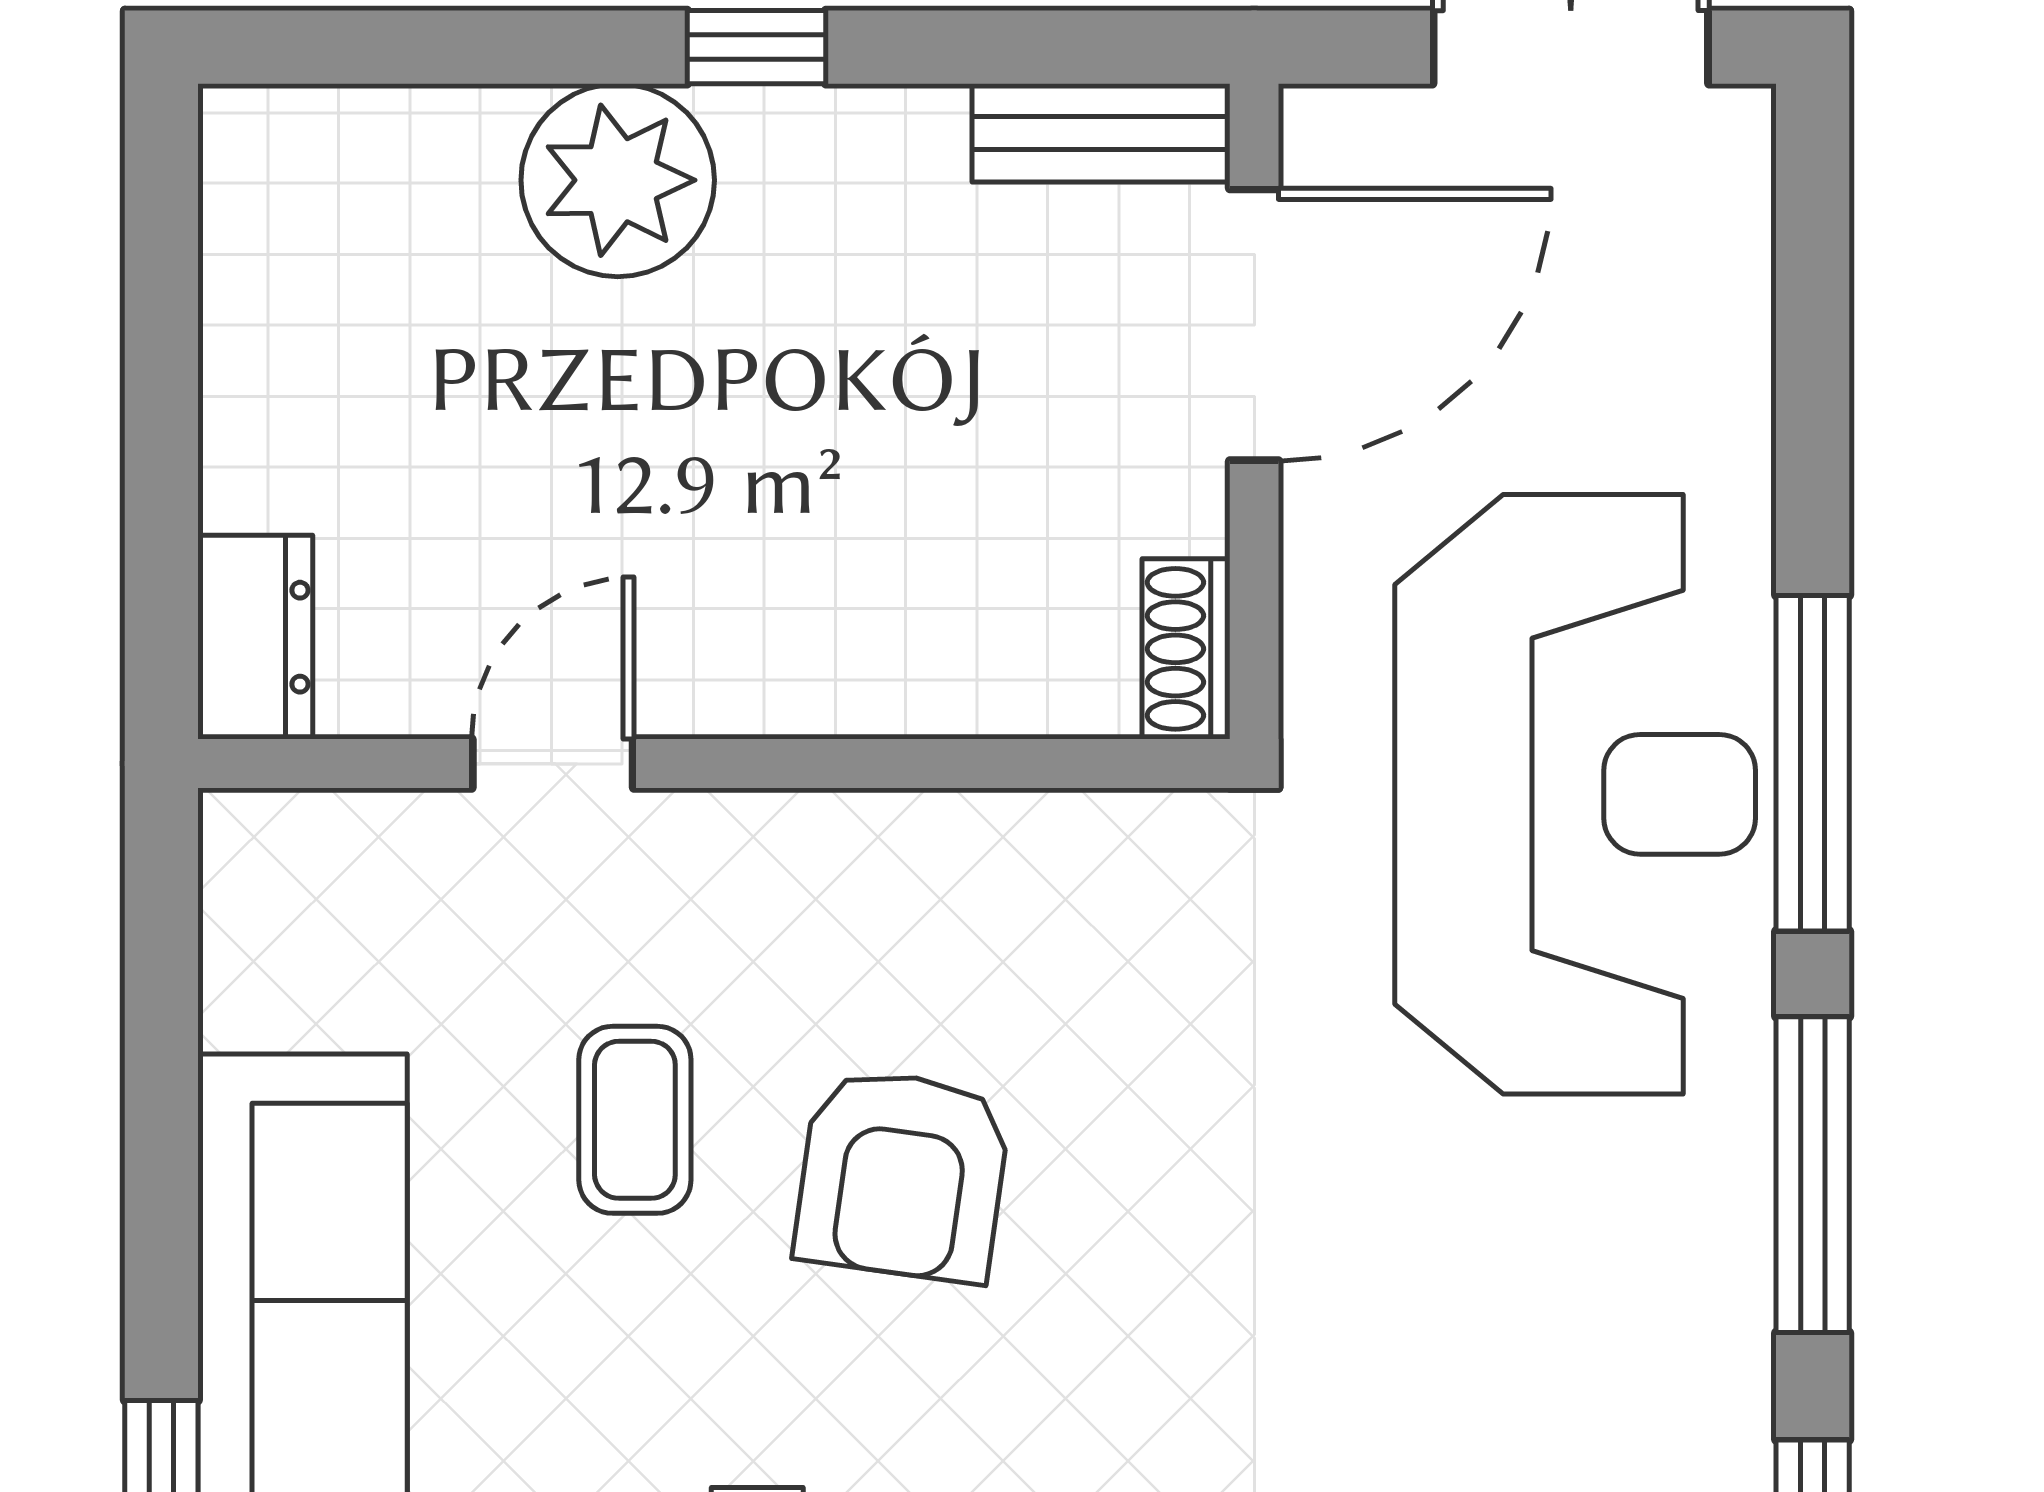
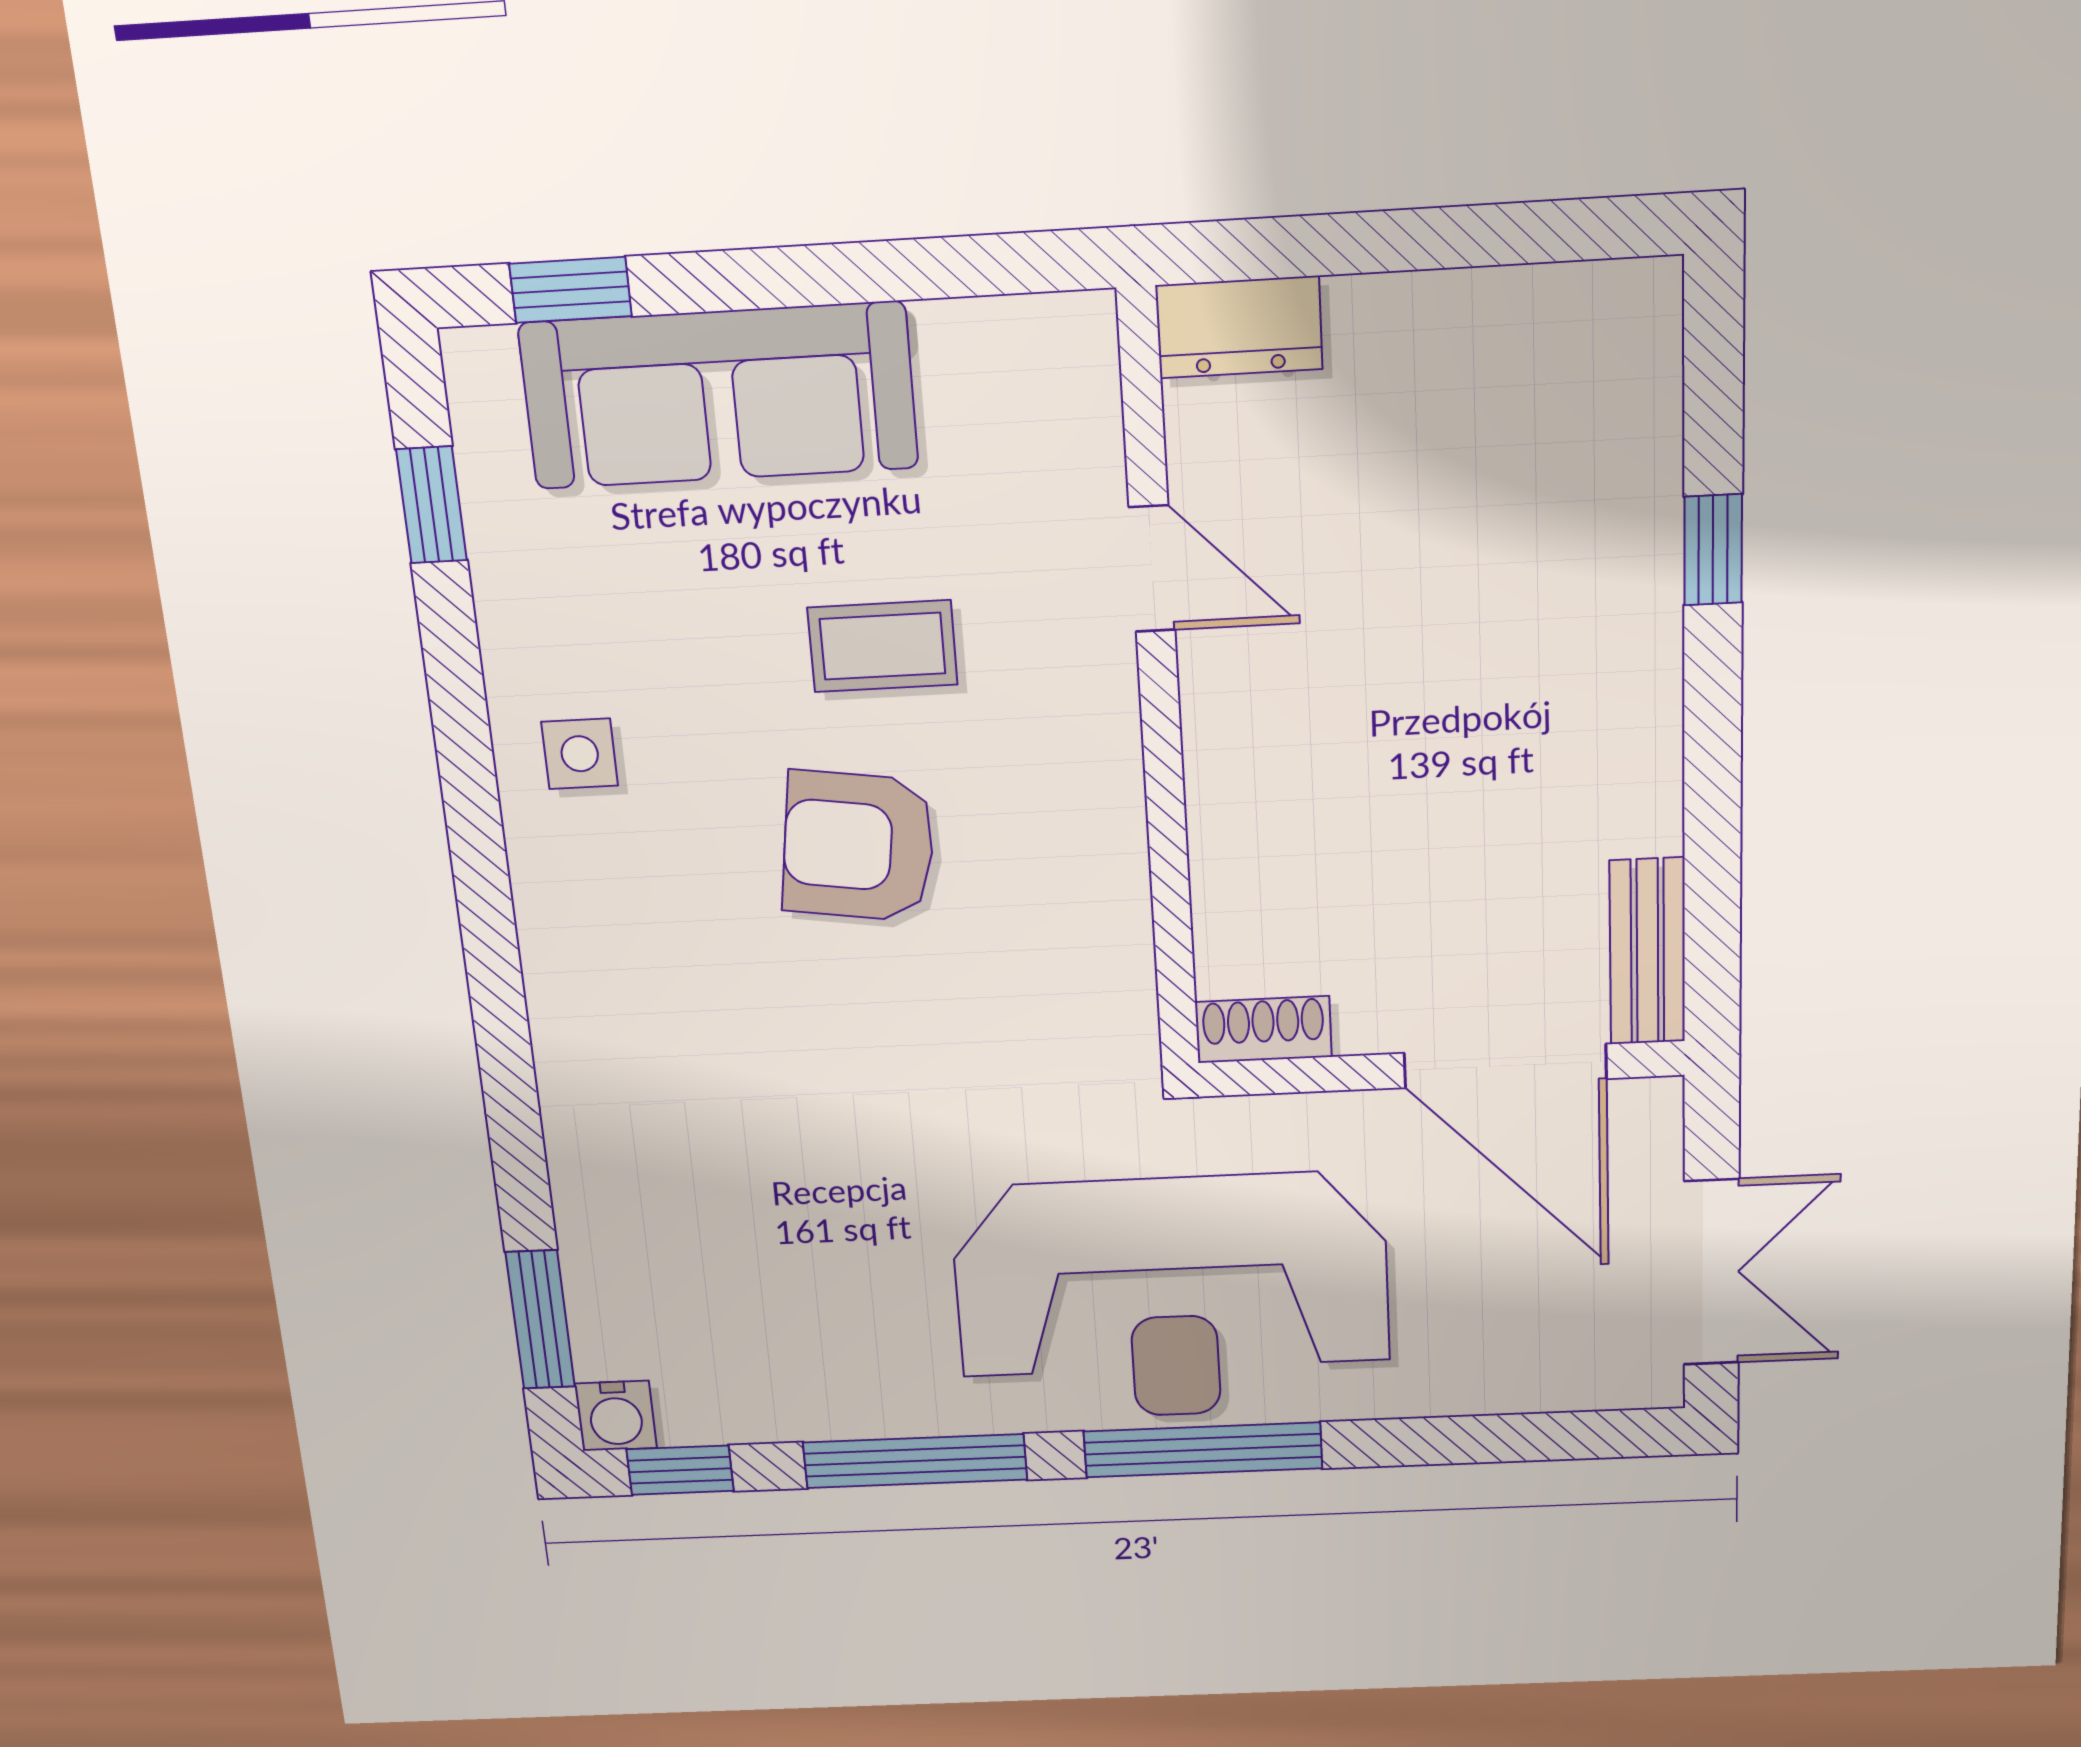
window: (756, 47) -> (1713, 550), moved
plant: (618, 180) -> (1608, 594), removed

